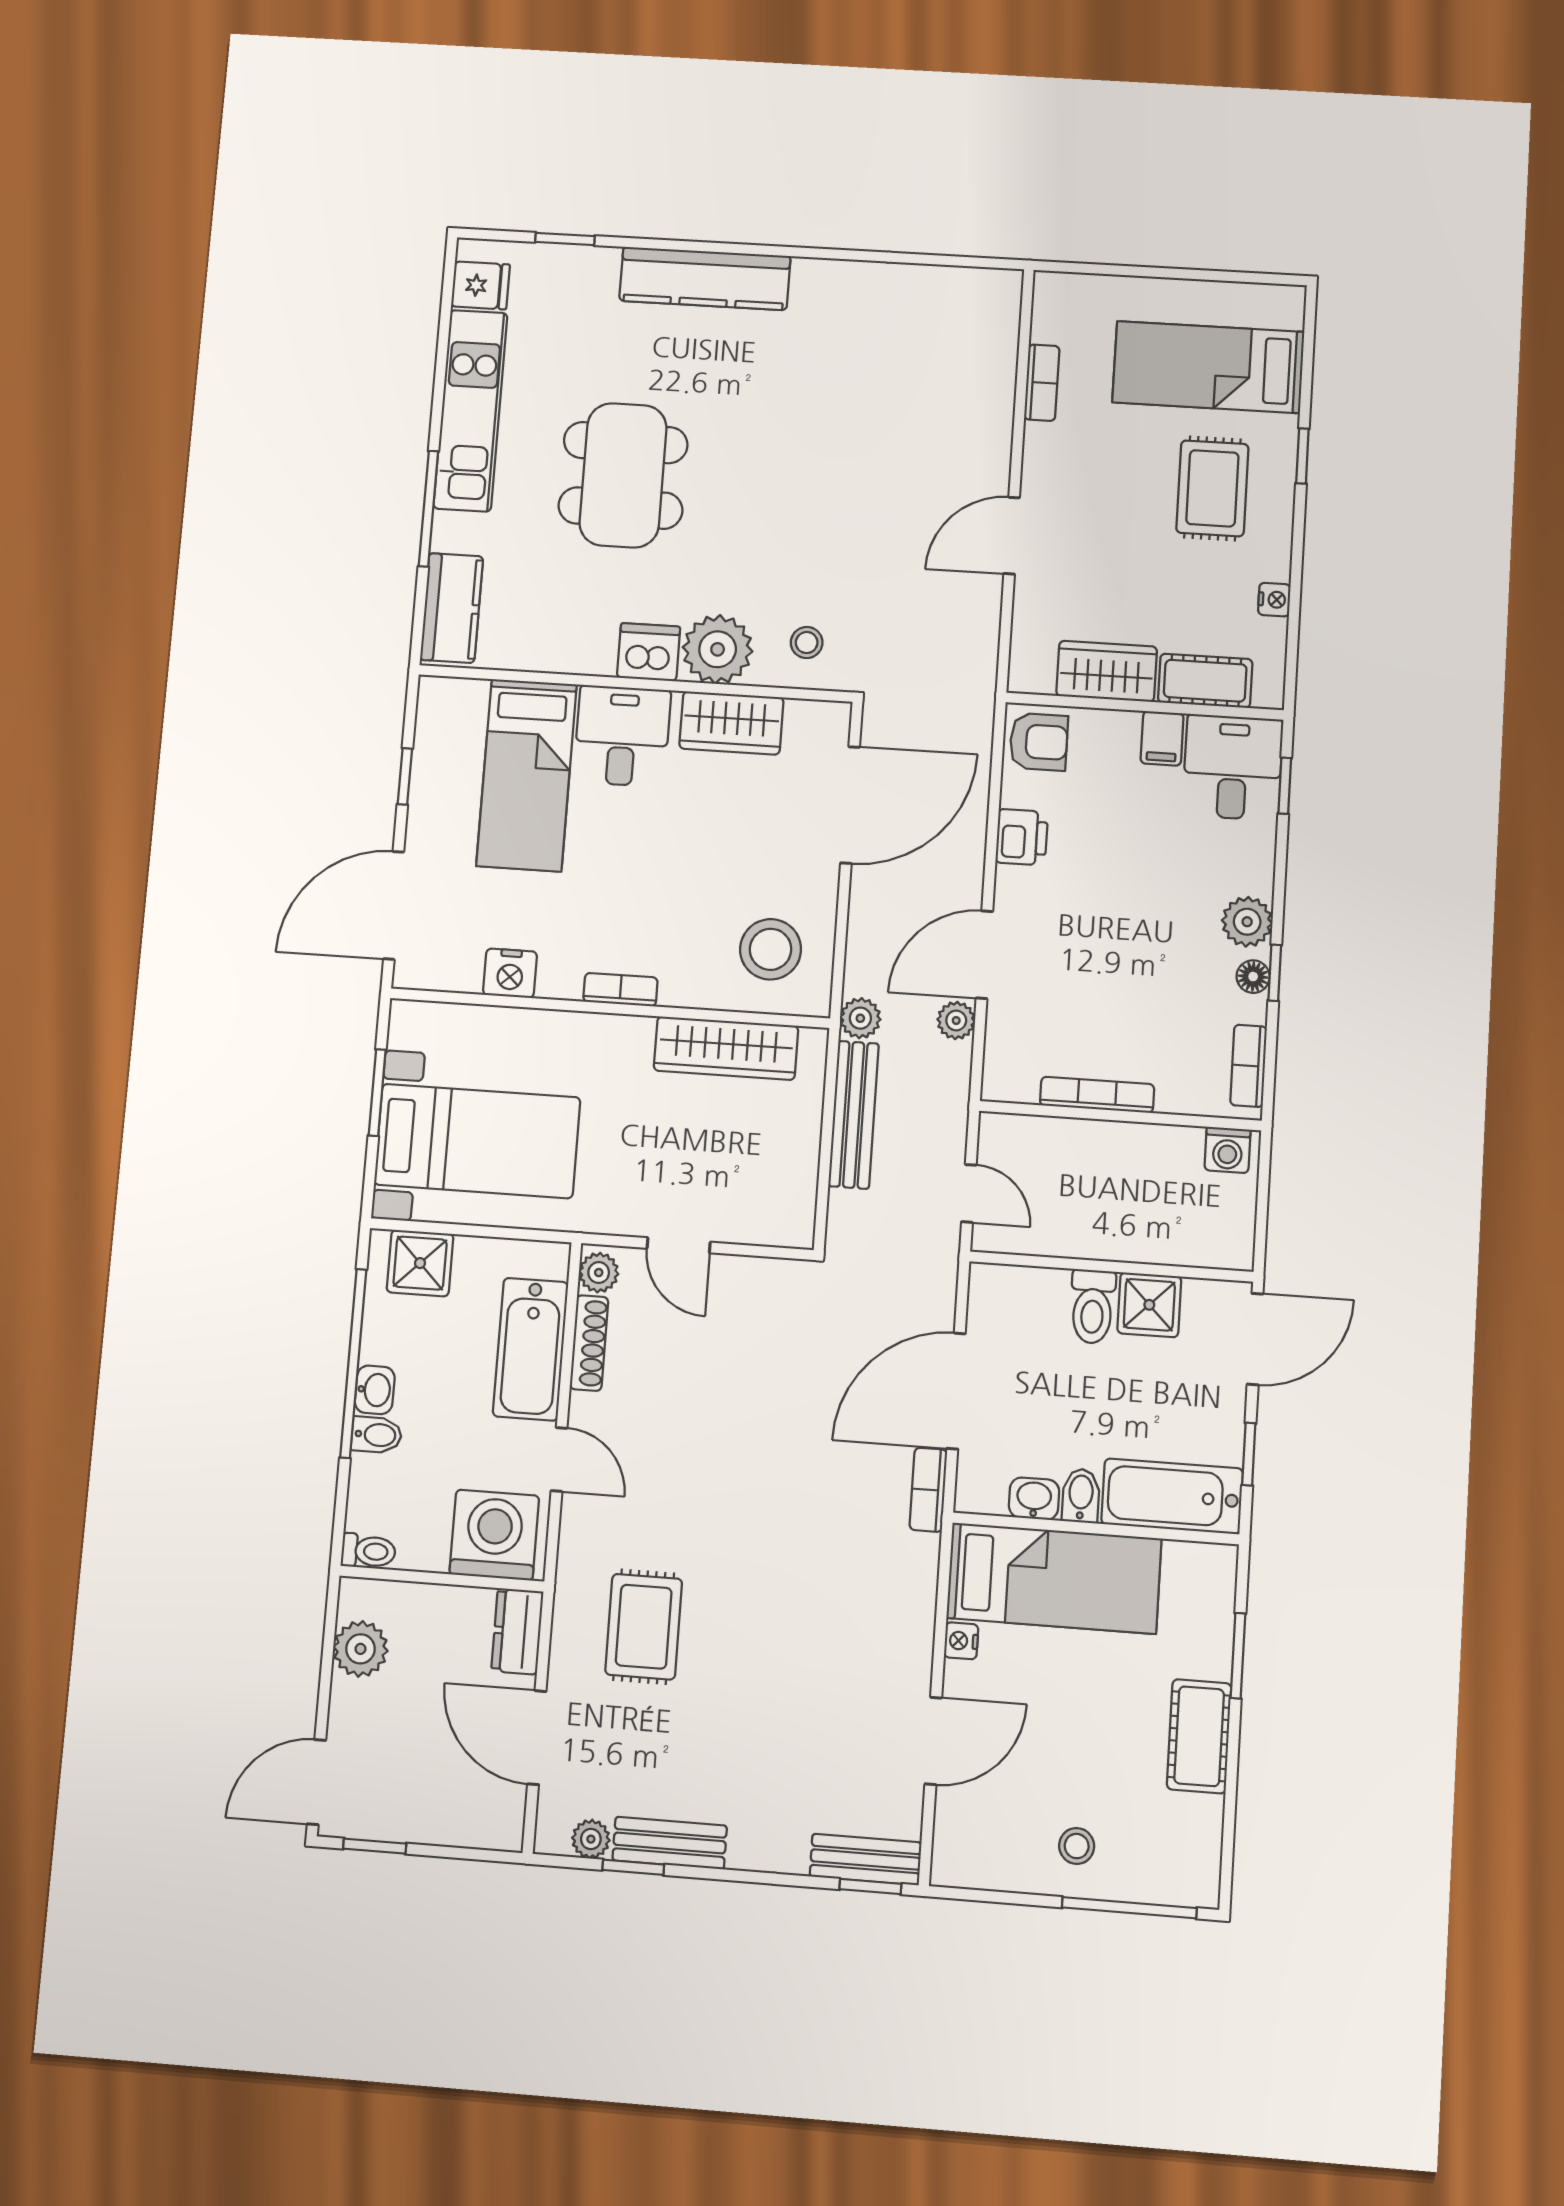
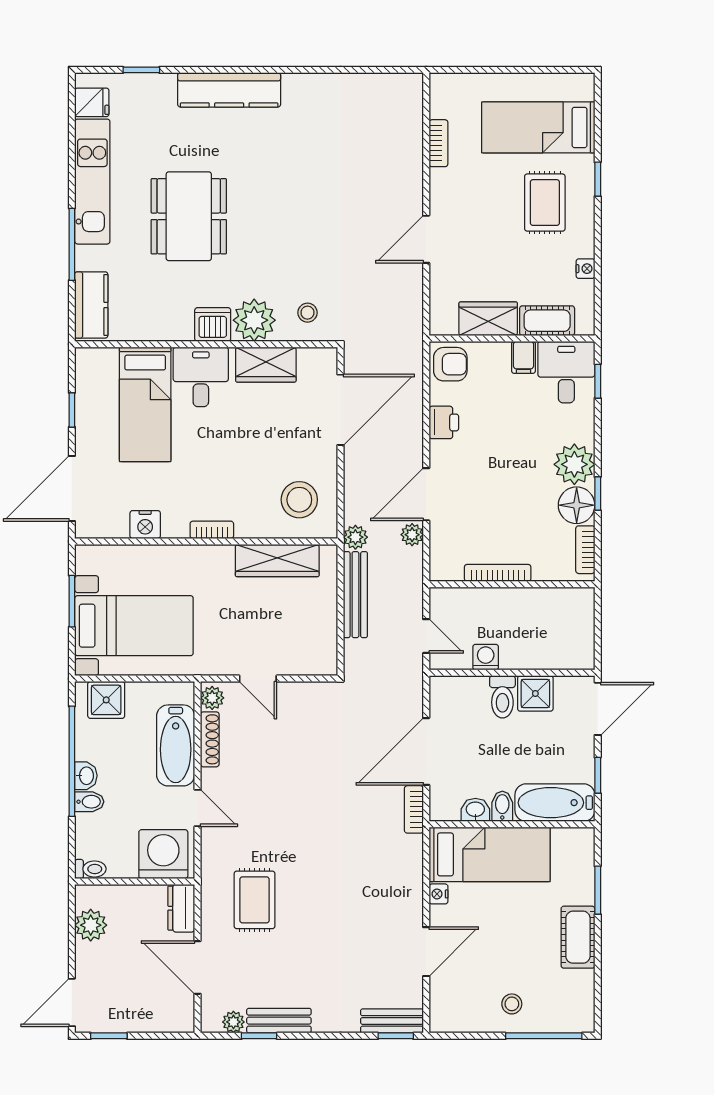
plant: (1247, 922) -> (574, 464), width x1.36, depth x1.36
floor lamp: (1253, 977) -> (577, 505), width x1.89, depth x1.89
washing machine: (1228, 1150) -> (486, 657), moved, turned 180

